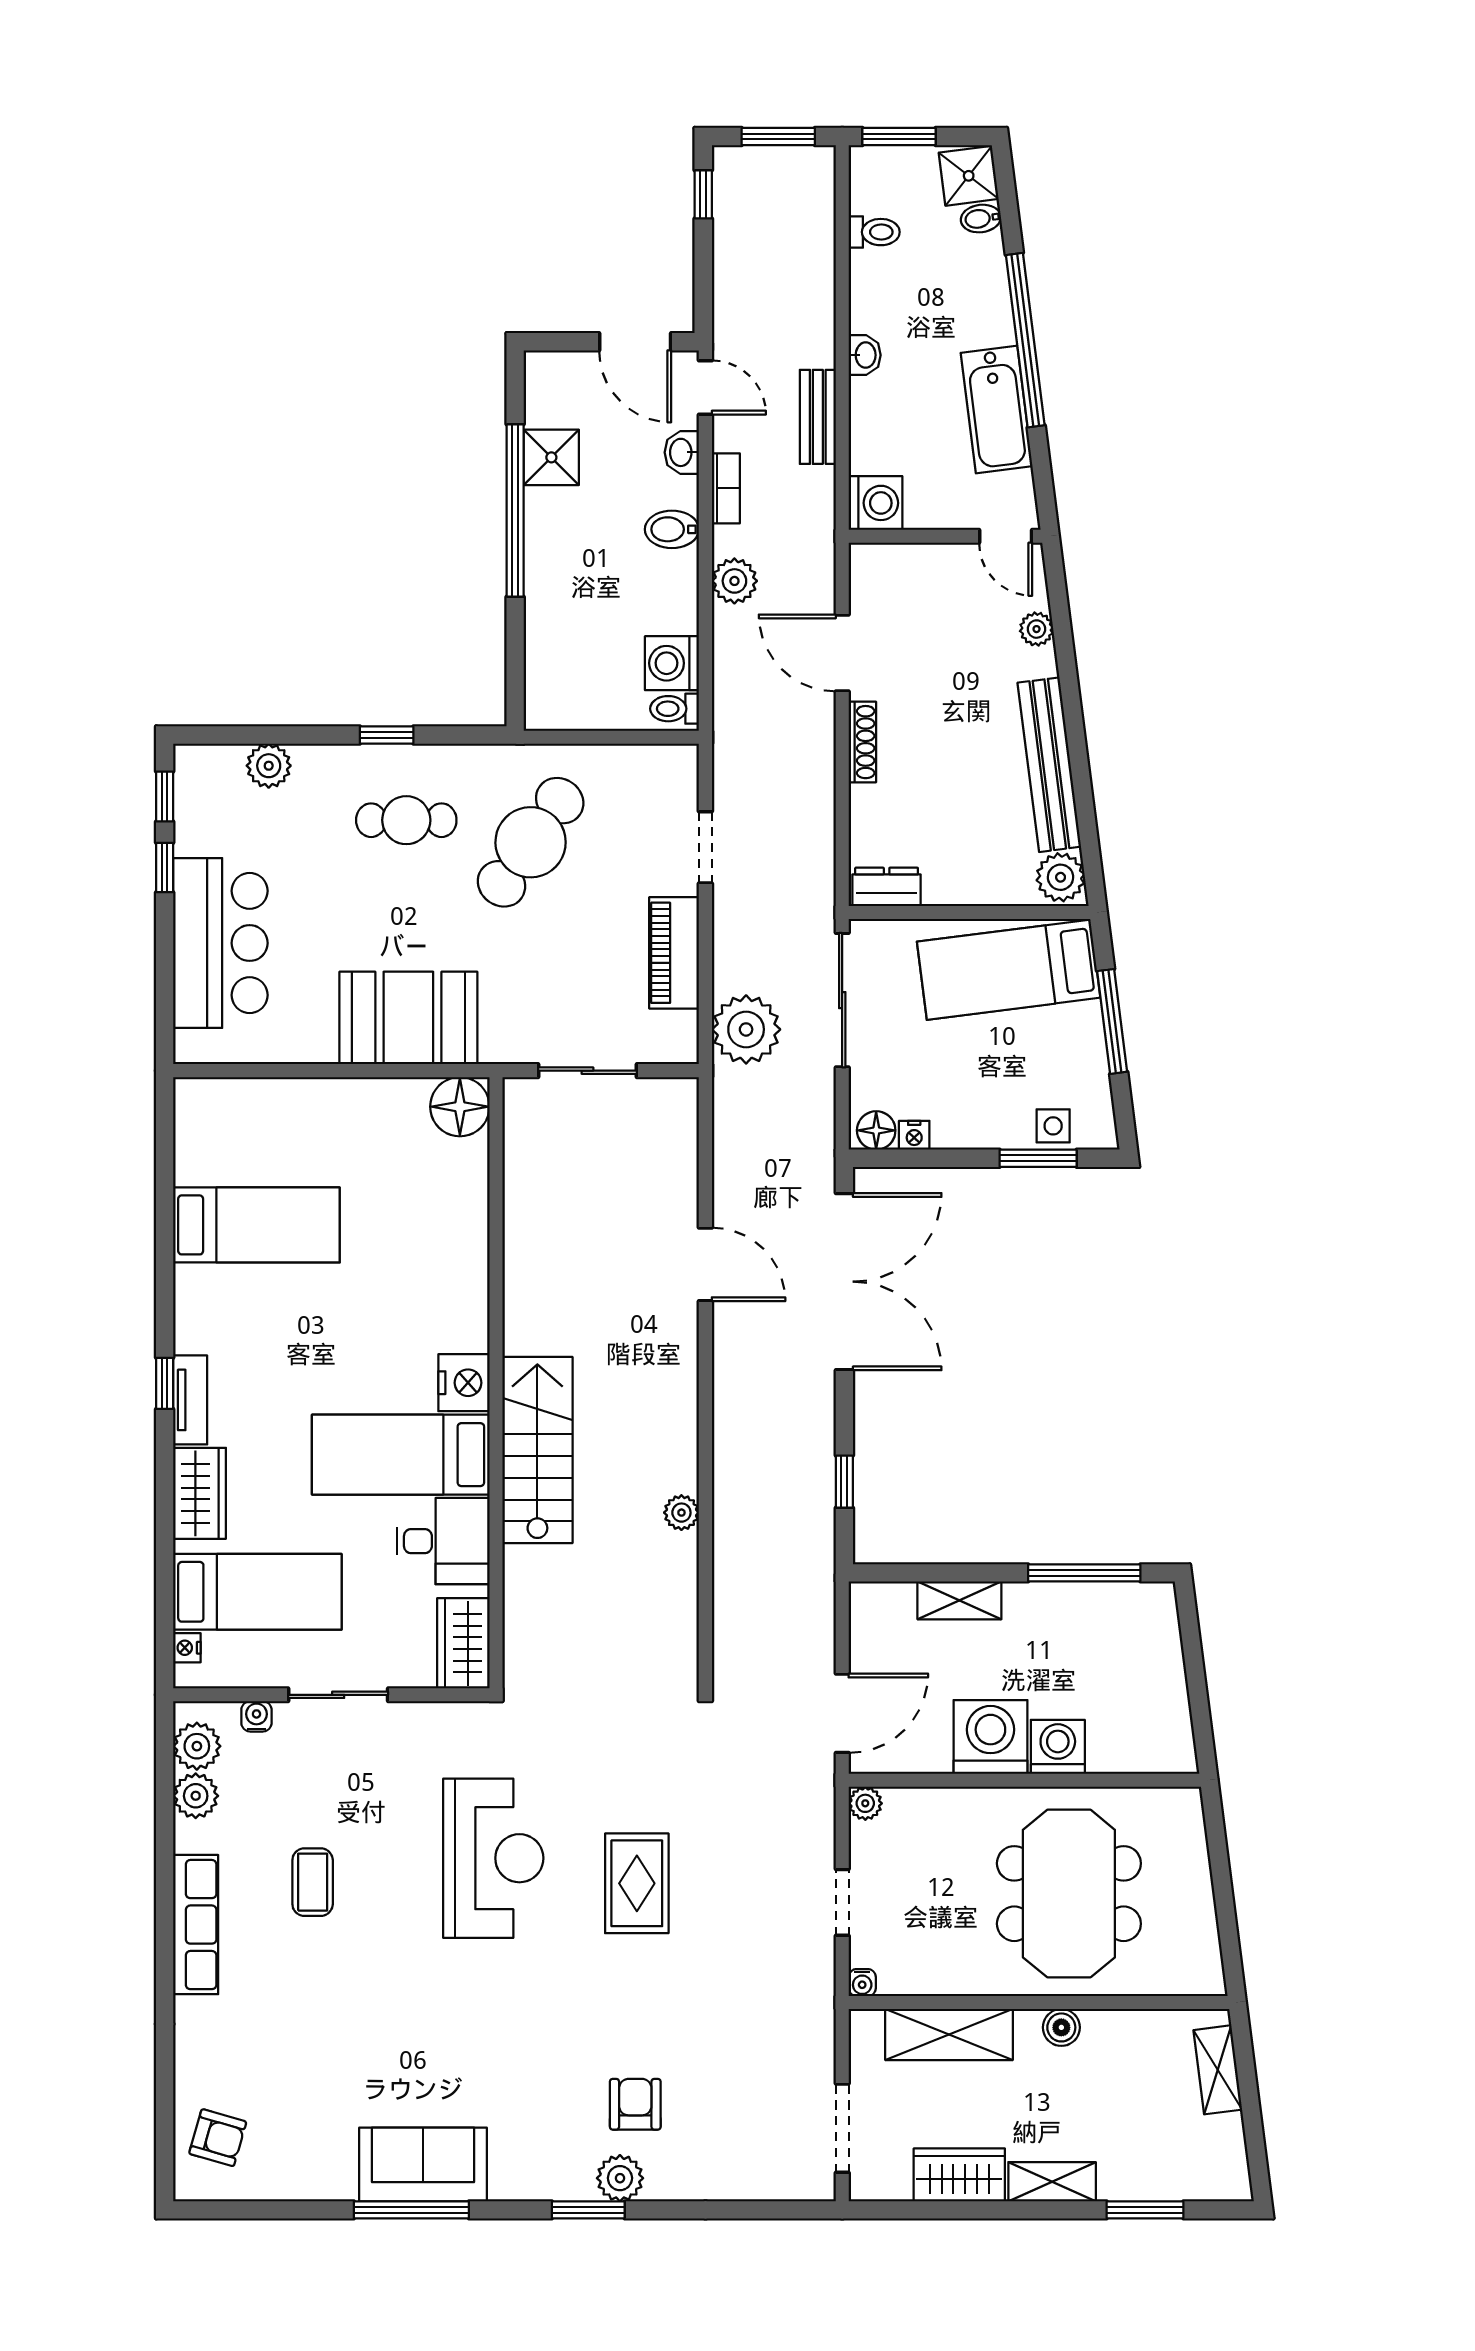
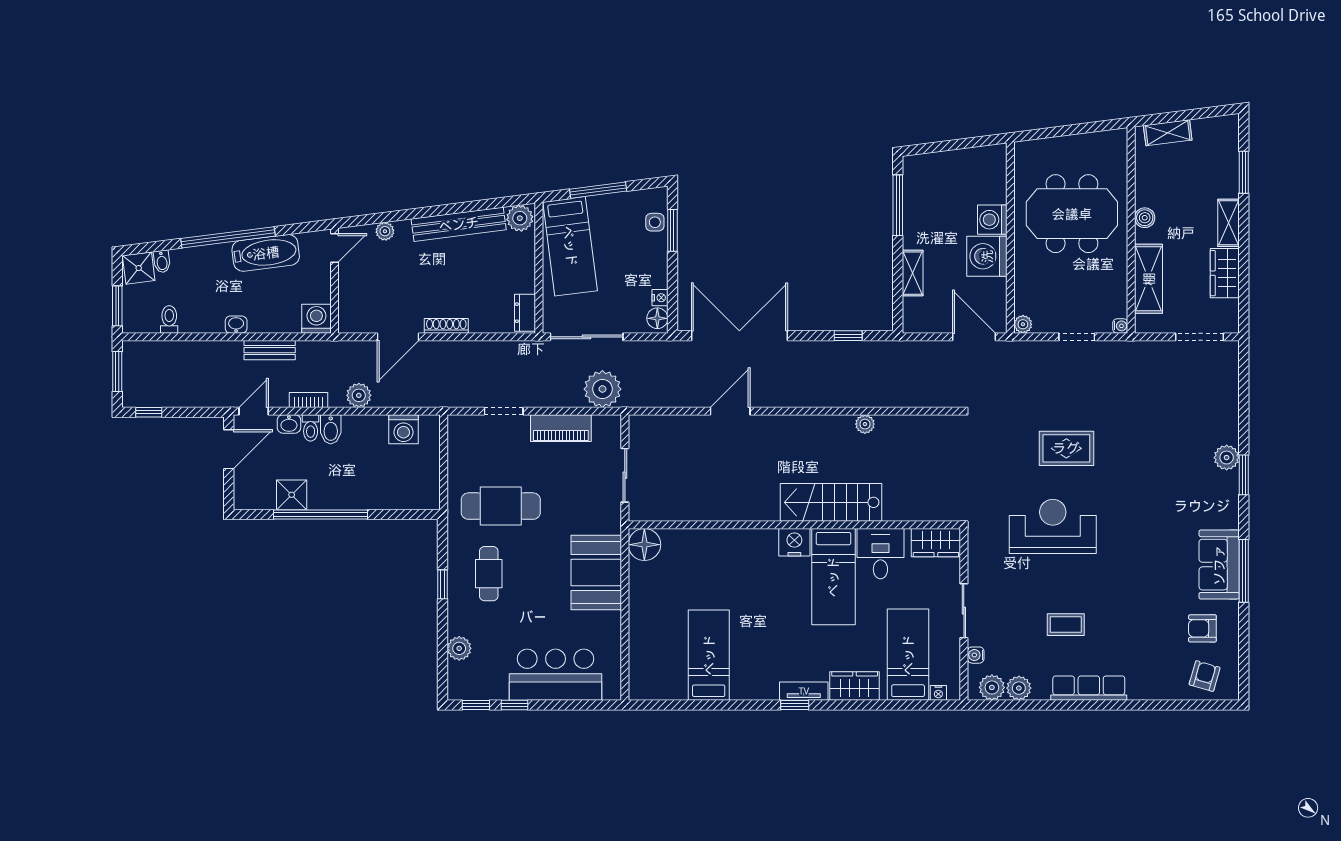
toilet: (675, 709) -> (311, 428), moved
cafe table: (531, 842) -> (501, 506), turned -35
armchair: (635, 2104) -> (1202, 628), moved

